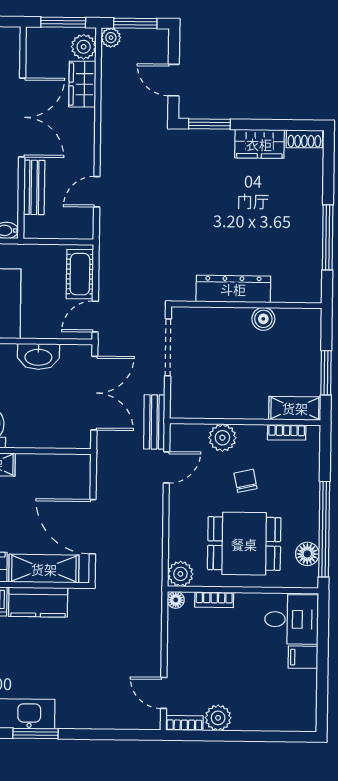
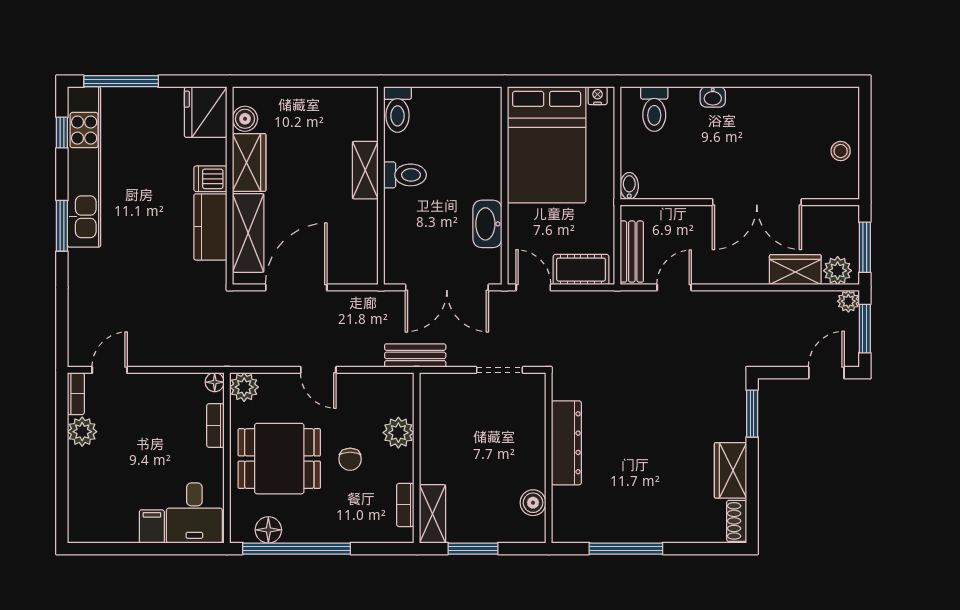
door: (174, 80) -> (826, 373), moved
bench: (34, 187) -> (632, 252), moved, turned 90
door: (97, 192) -> (674, 287), hinge flipped
boiler: (263, 319) -> (533, 503), moved
doorway: (168, 347) -> (499, 370), width x0.73
door: (166, 467) -> (318, 370), moved
chair: (246, 481) -> (350, 459), turned 102
dining table: (244, 544) -> (279, 459), turned 90

